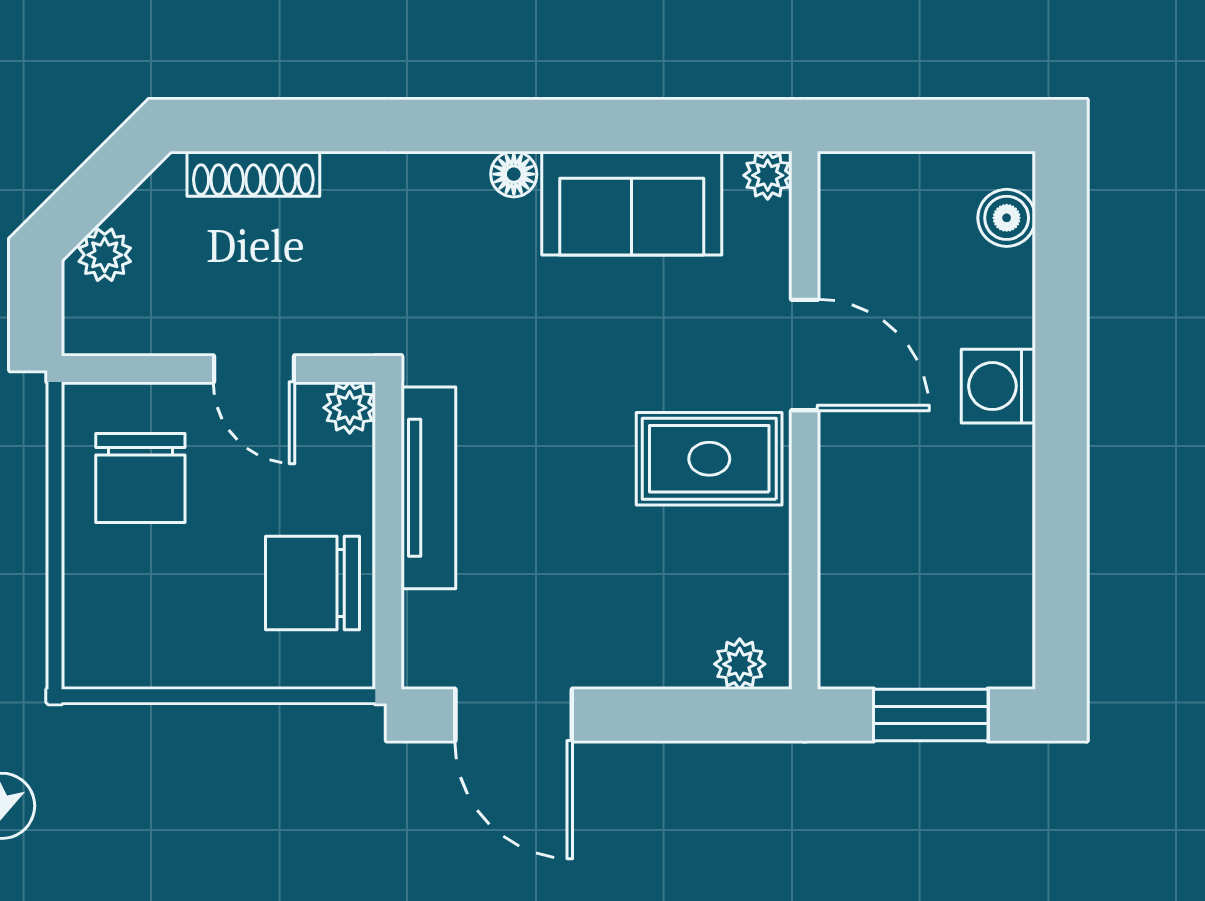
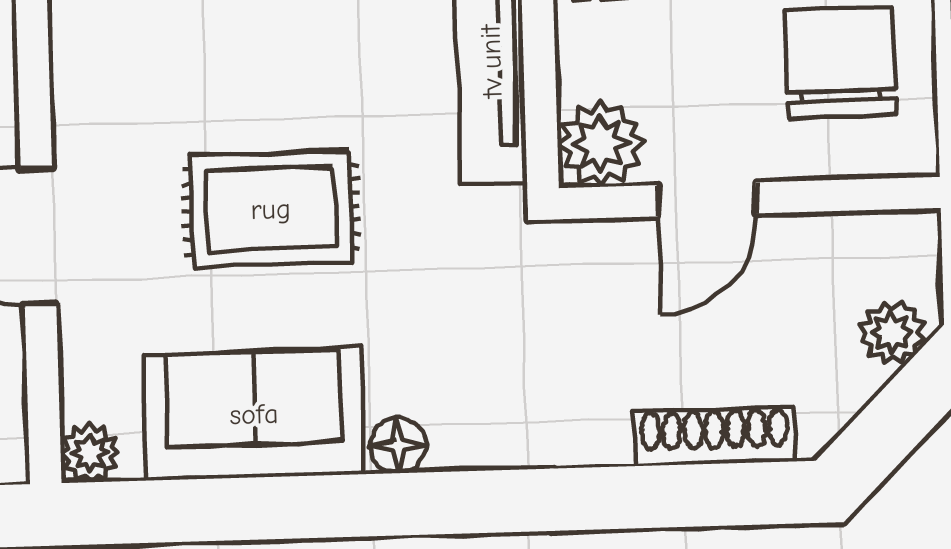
door: (254, 369) -> (707, 199), swing flipped
plant: (350, 408) -> (601, 144), width x1.38, depth x1.38
rug: (709, 459) -> (271, 209), moved

